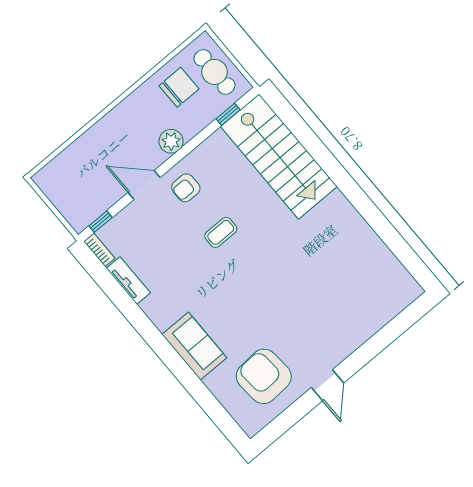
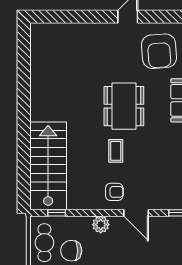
coffee table: (221, 232) -> (116, 151), turned 90
dining table: (252, 287) -> (124, 106), added

